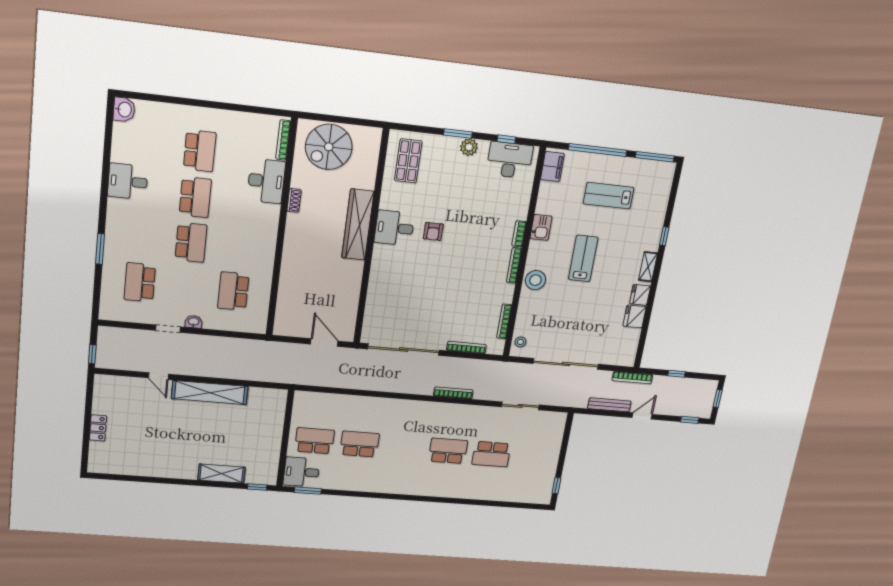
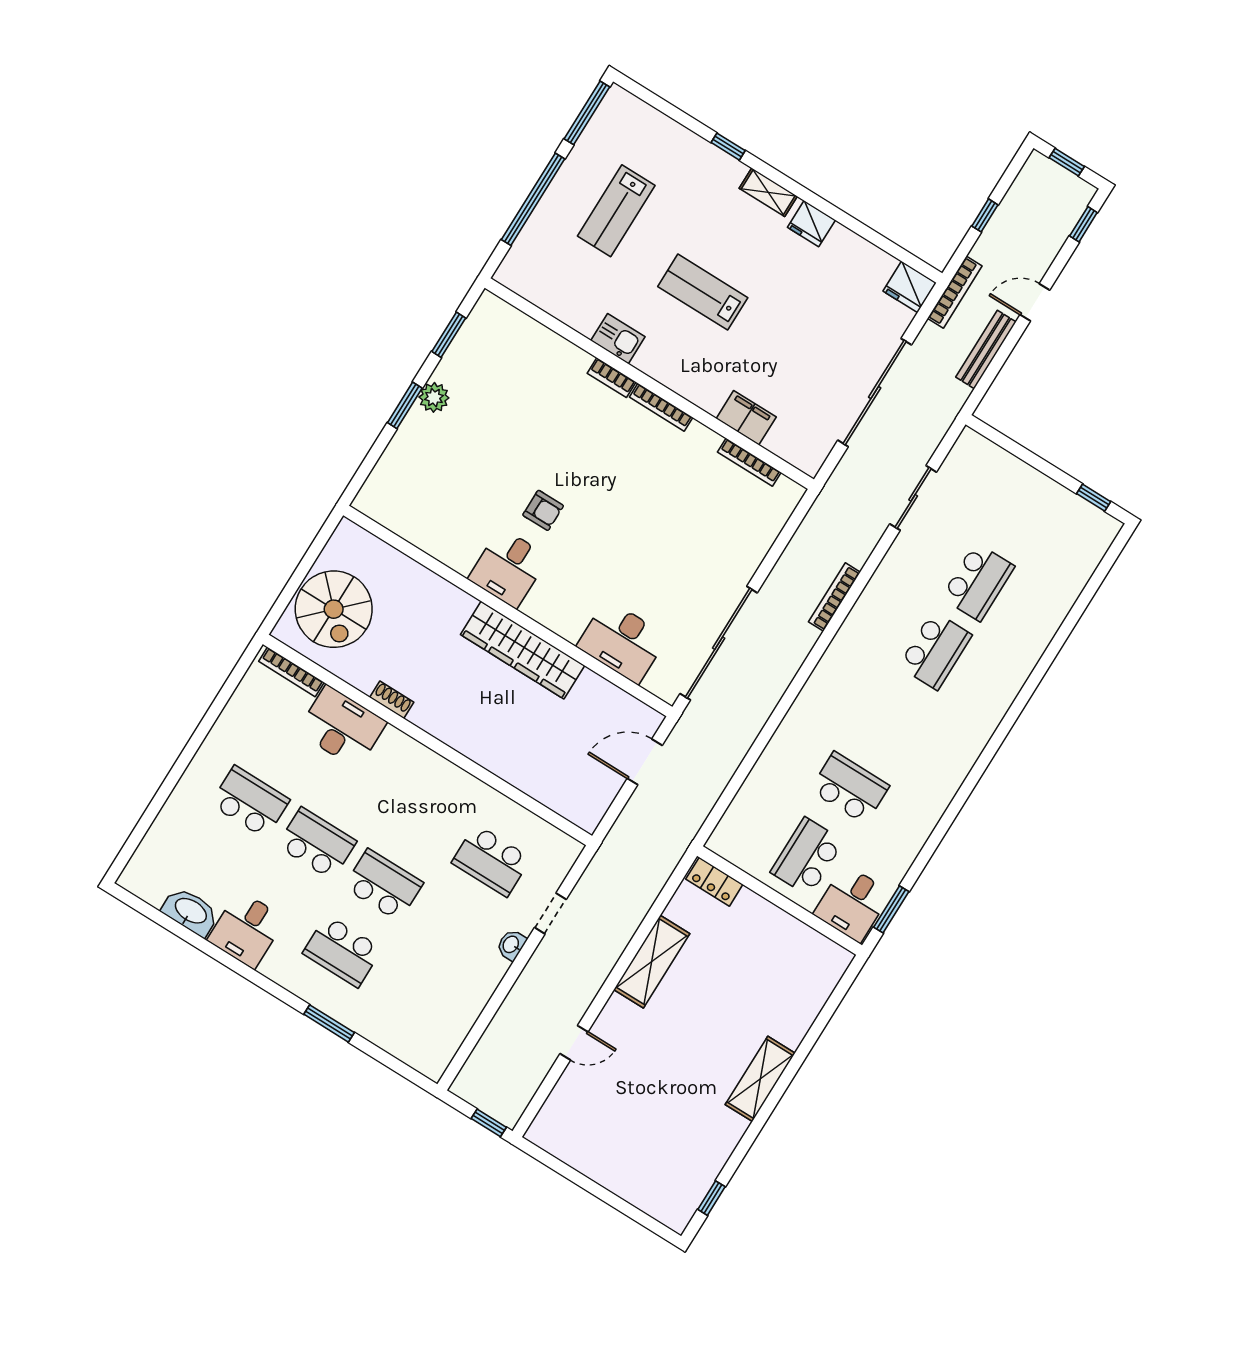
washbasin: (124, 109) -> (190, 912), moved, width x1.38
window: (506, 139) -> (449, 335), width x1.50
desk: (510, 160) -> (622, 642), moved, turned -90
shop shelf: (408, 161) -> (412, 500), removed
filing cabinet: (552, 167) -> (746, 418), moved
wardrobe: (358, 225) -> (523, 650), moved
stool: (535, 280) -> (703, 383), removed
school desk: (140, 282) -> (342, 951), moved
fridge: (635, 316) -> (910, 287), moved
doorway: (168, 329) -> (550, 913), moved
stool: (520, 342) -> (798, 451), removed
bookcase: (466, 347) -> (765, 542), removed
shelving: (210, 393) -> (652, 962), width x0.68
door: (642, 416) -> (1035, 302), hinge flipped
locker: (98, 428) -> (714, 882), moved, turned 180
school desk: (359, 444) -> (850, 788), turned 90
school desk: (448, 451) -> (935, 651), turned 180
shelving: (222, 474) -> (760, 1079), moved
window: (257, 487) -> (712, 1198), moved

